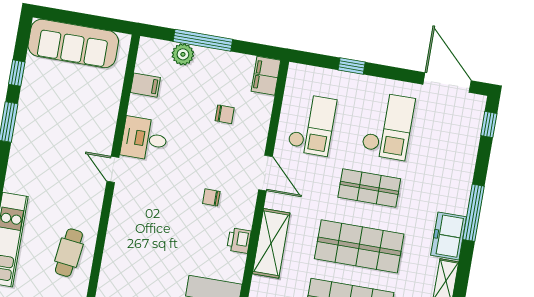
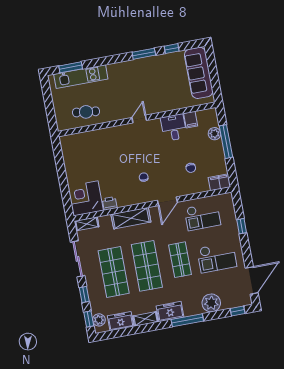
desk: (144, 139) -> (174, 128), moved
plant: (460, 163) -> (211, 303), added
printer: (239, 241) -> (110, 203), moved

